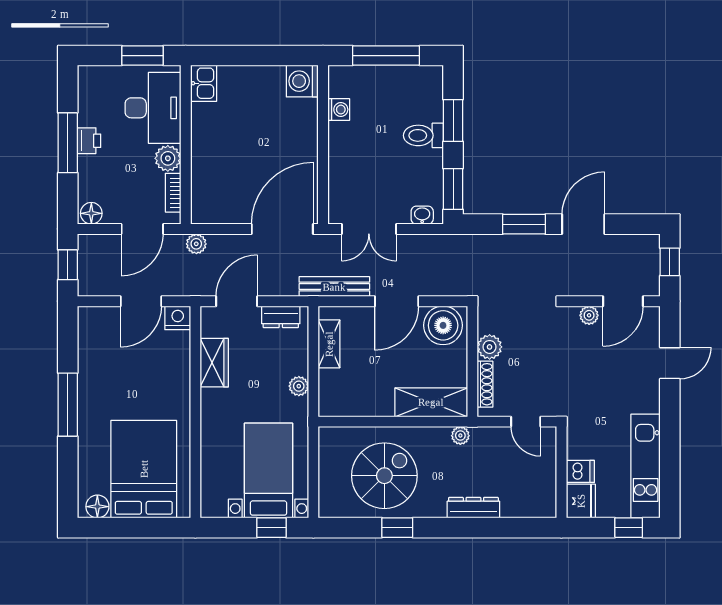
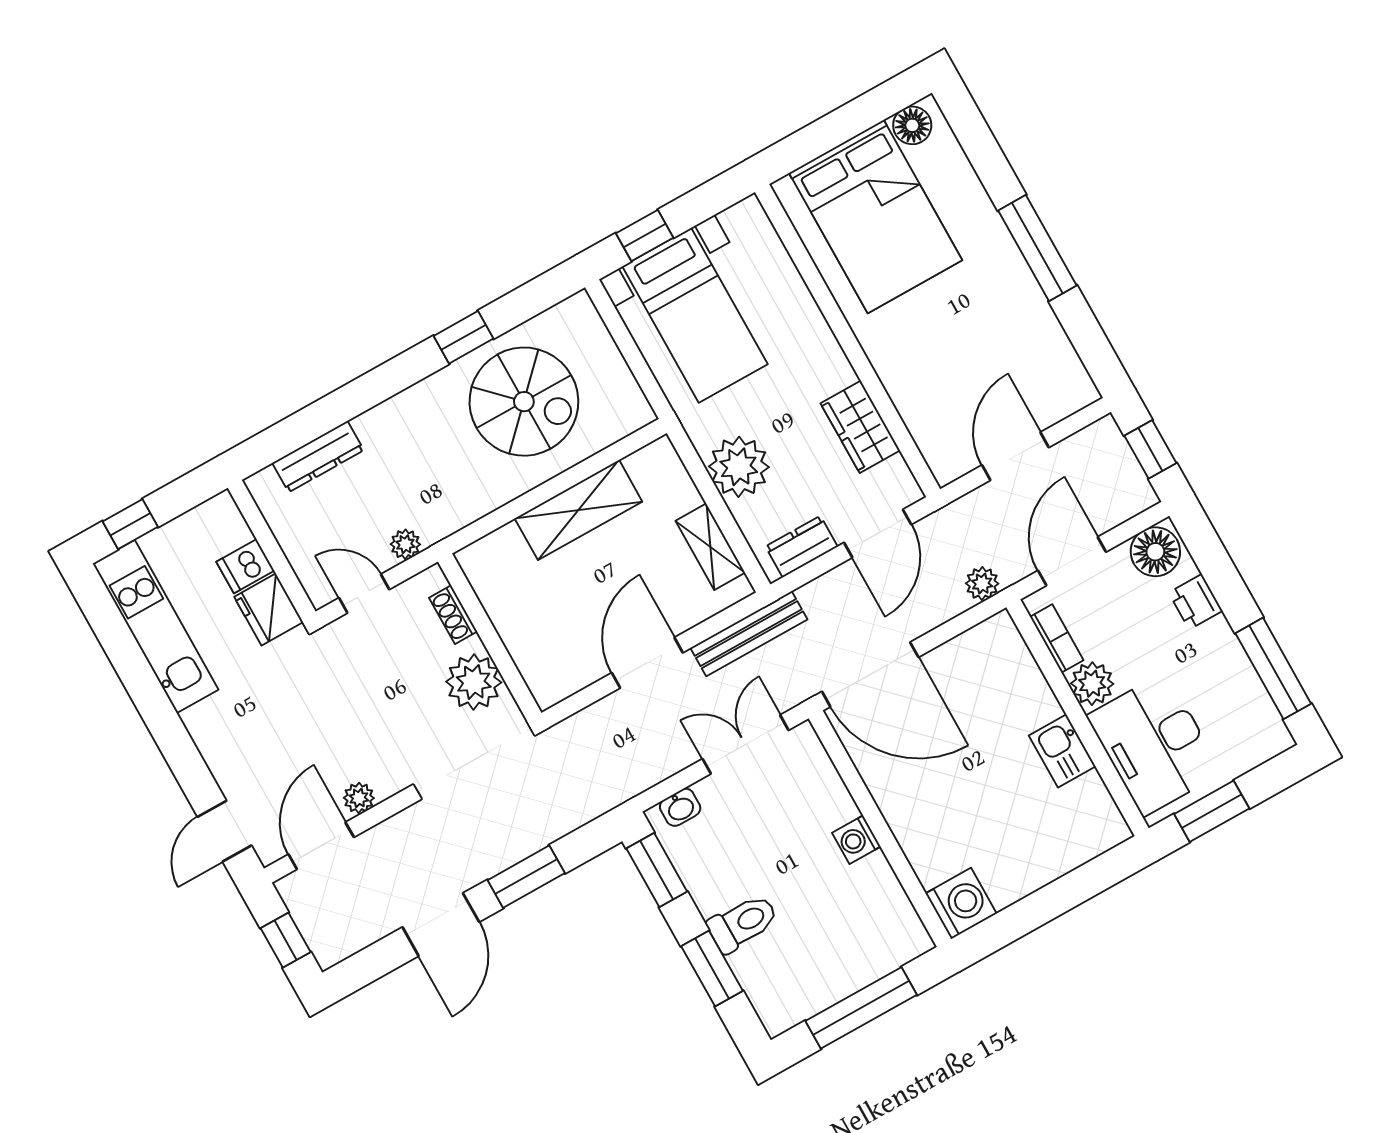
kitchen sink: (204, 83) -> (1062, 751), moved
washing machine: (339, 110) -> (856, 840), moved
printer: (89, 141) -> (1195, 602), moved
window: (68, 143) -> (1273, 668), moved
floor lamp: (91, 213) -> (1155, 552), width x1.38, depth x1.38
door: (282, 229) -> (870, 674), hinge flipped
nightstand: (178, 318) -> (949, 462), removed
boiler: (443, 325) -> (561, 665), removed
plant: (490, 347) -> (474, 682), width x1.36, depth x1.36
door: (670, 363) -> (224, 831), moved
shoe rack: (485, 384) -> (453, 615), width x0.70
plant: (299, 386) -> (739, 467), width x1.88, depth x1.88
shelving: (431, 402) -> (578, 510), moved
plant: (460, 436) -> (405, 544), moved
spiral stairs: (384, 476) -> (524, 402), turned -90
fridge: (581, 501) -> (269, 609), moved
dresser: (473, 508) -> (318, 457), moved

